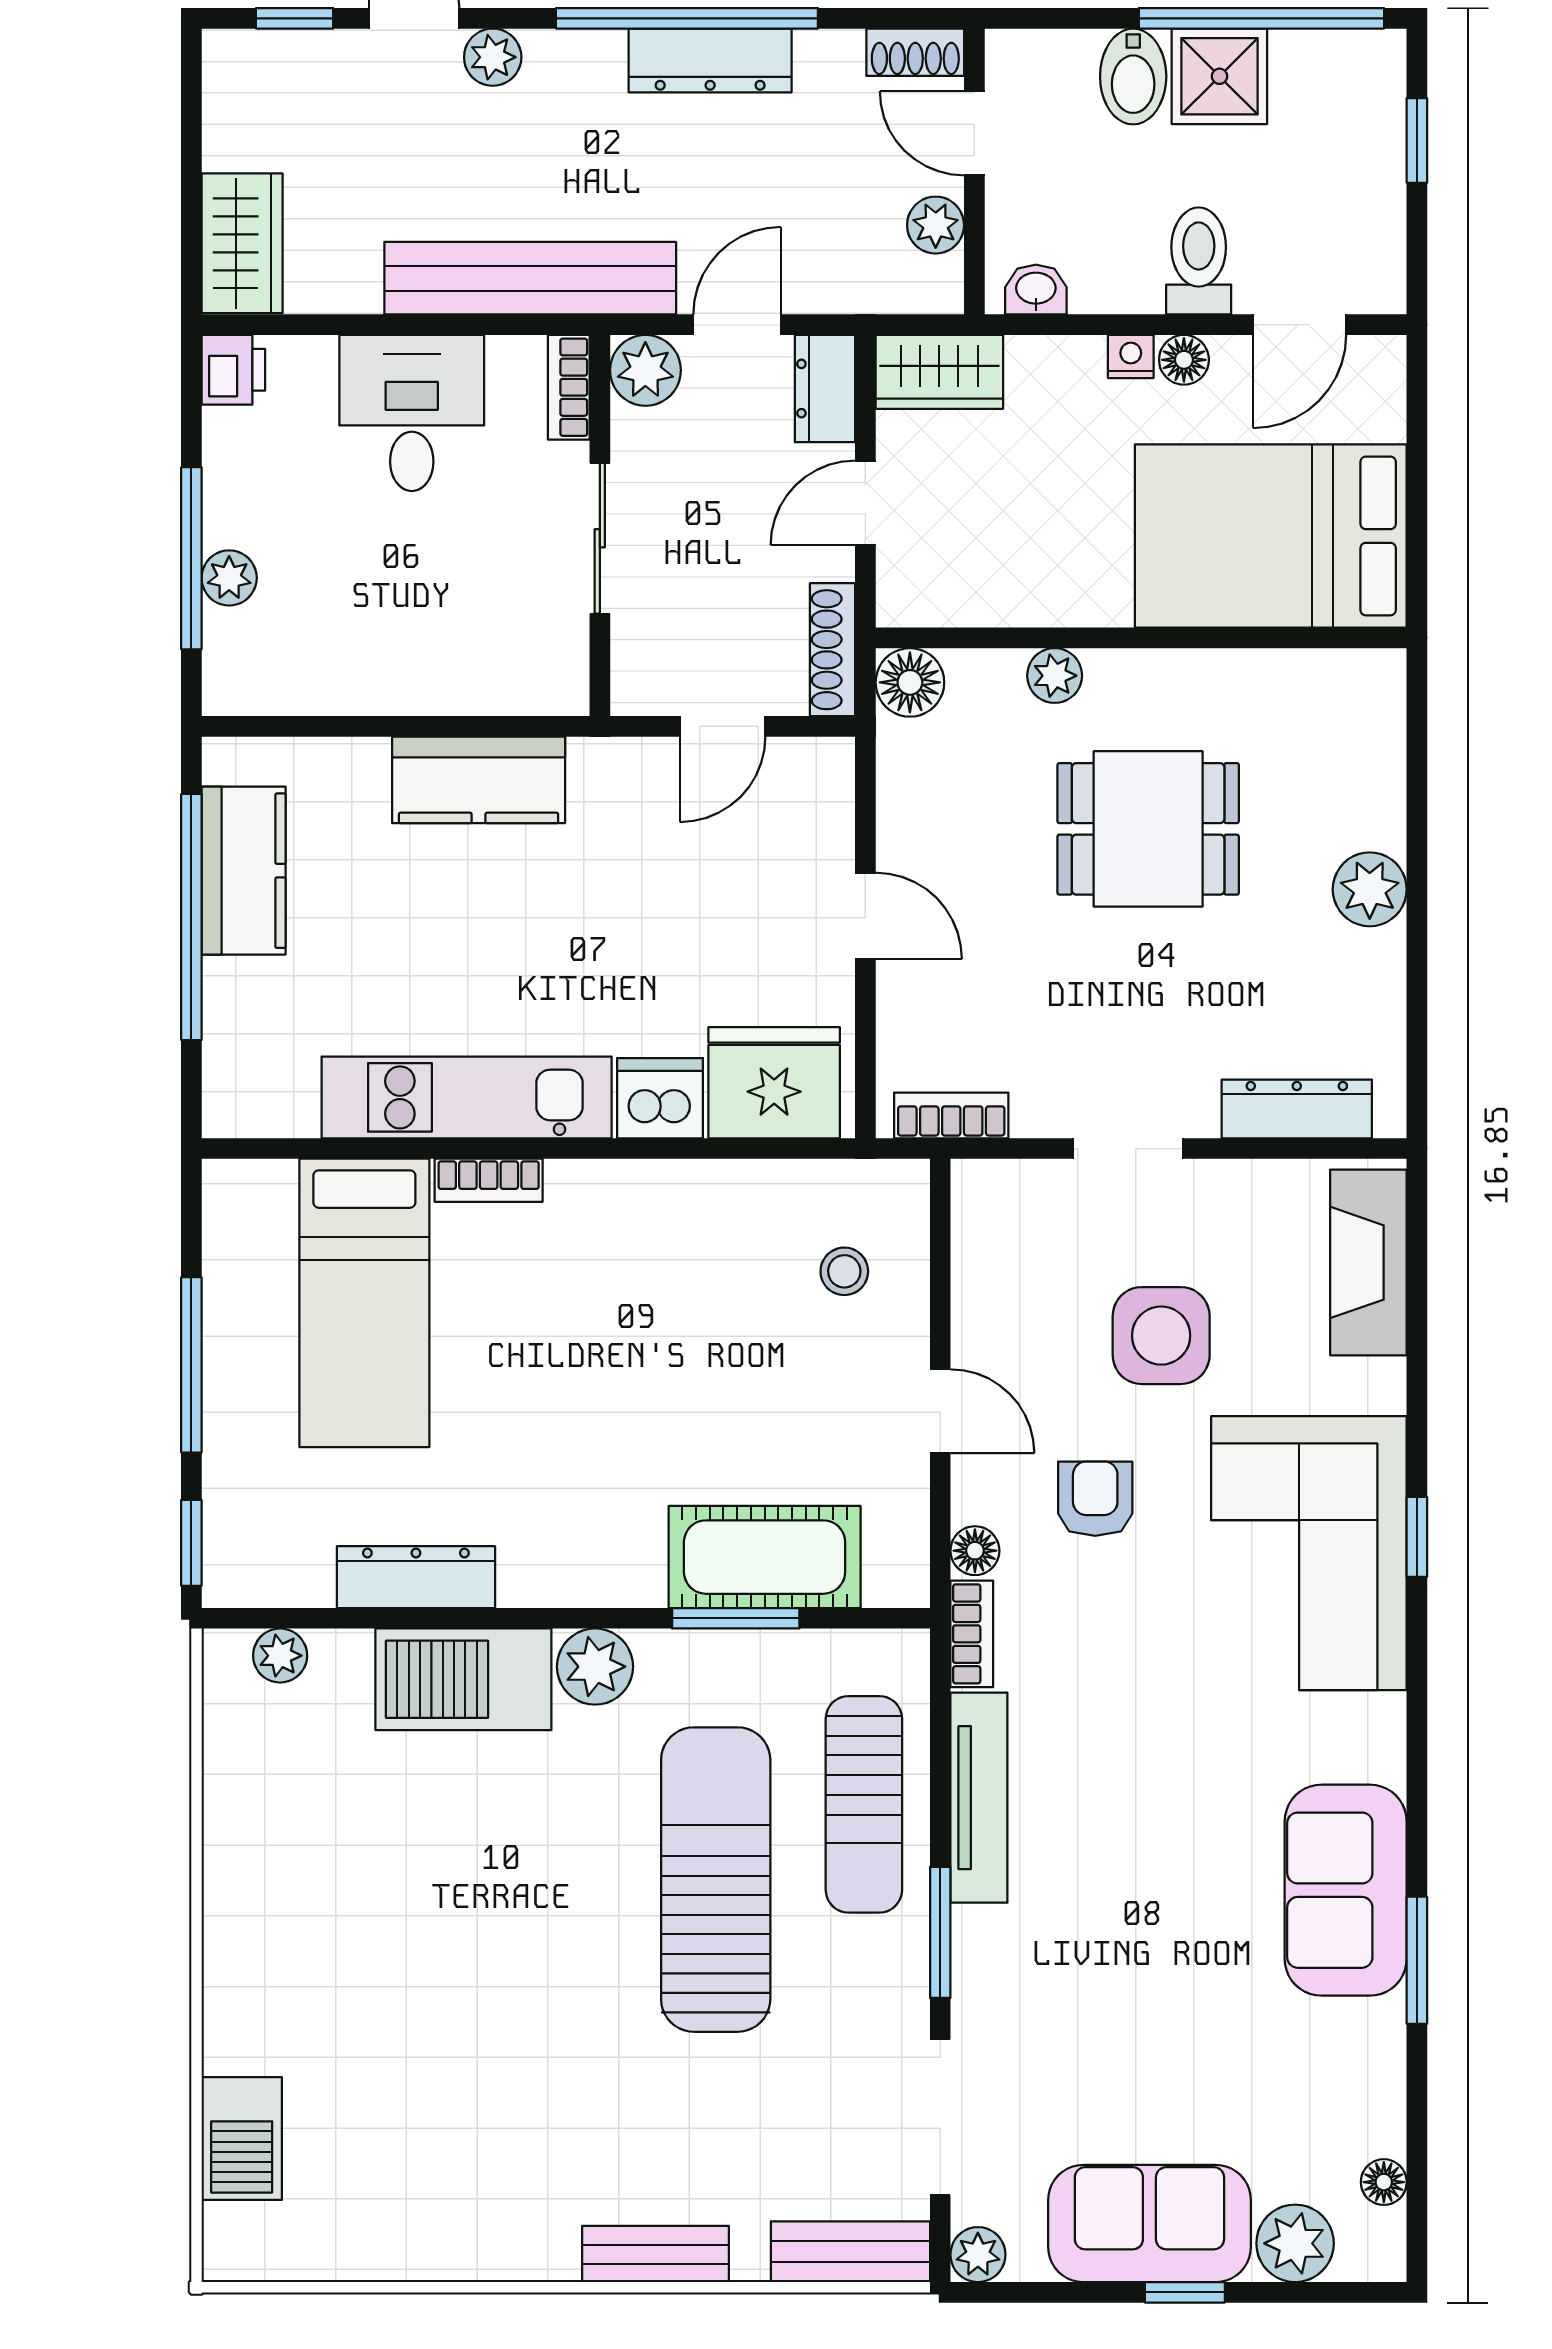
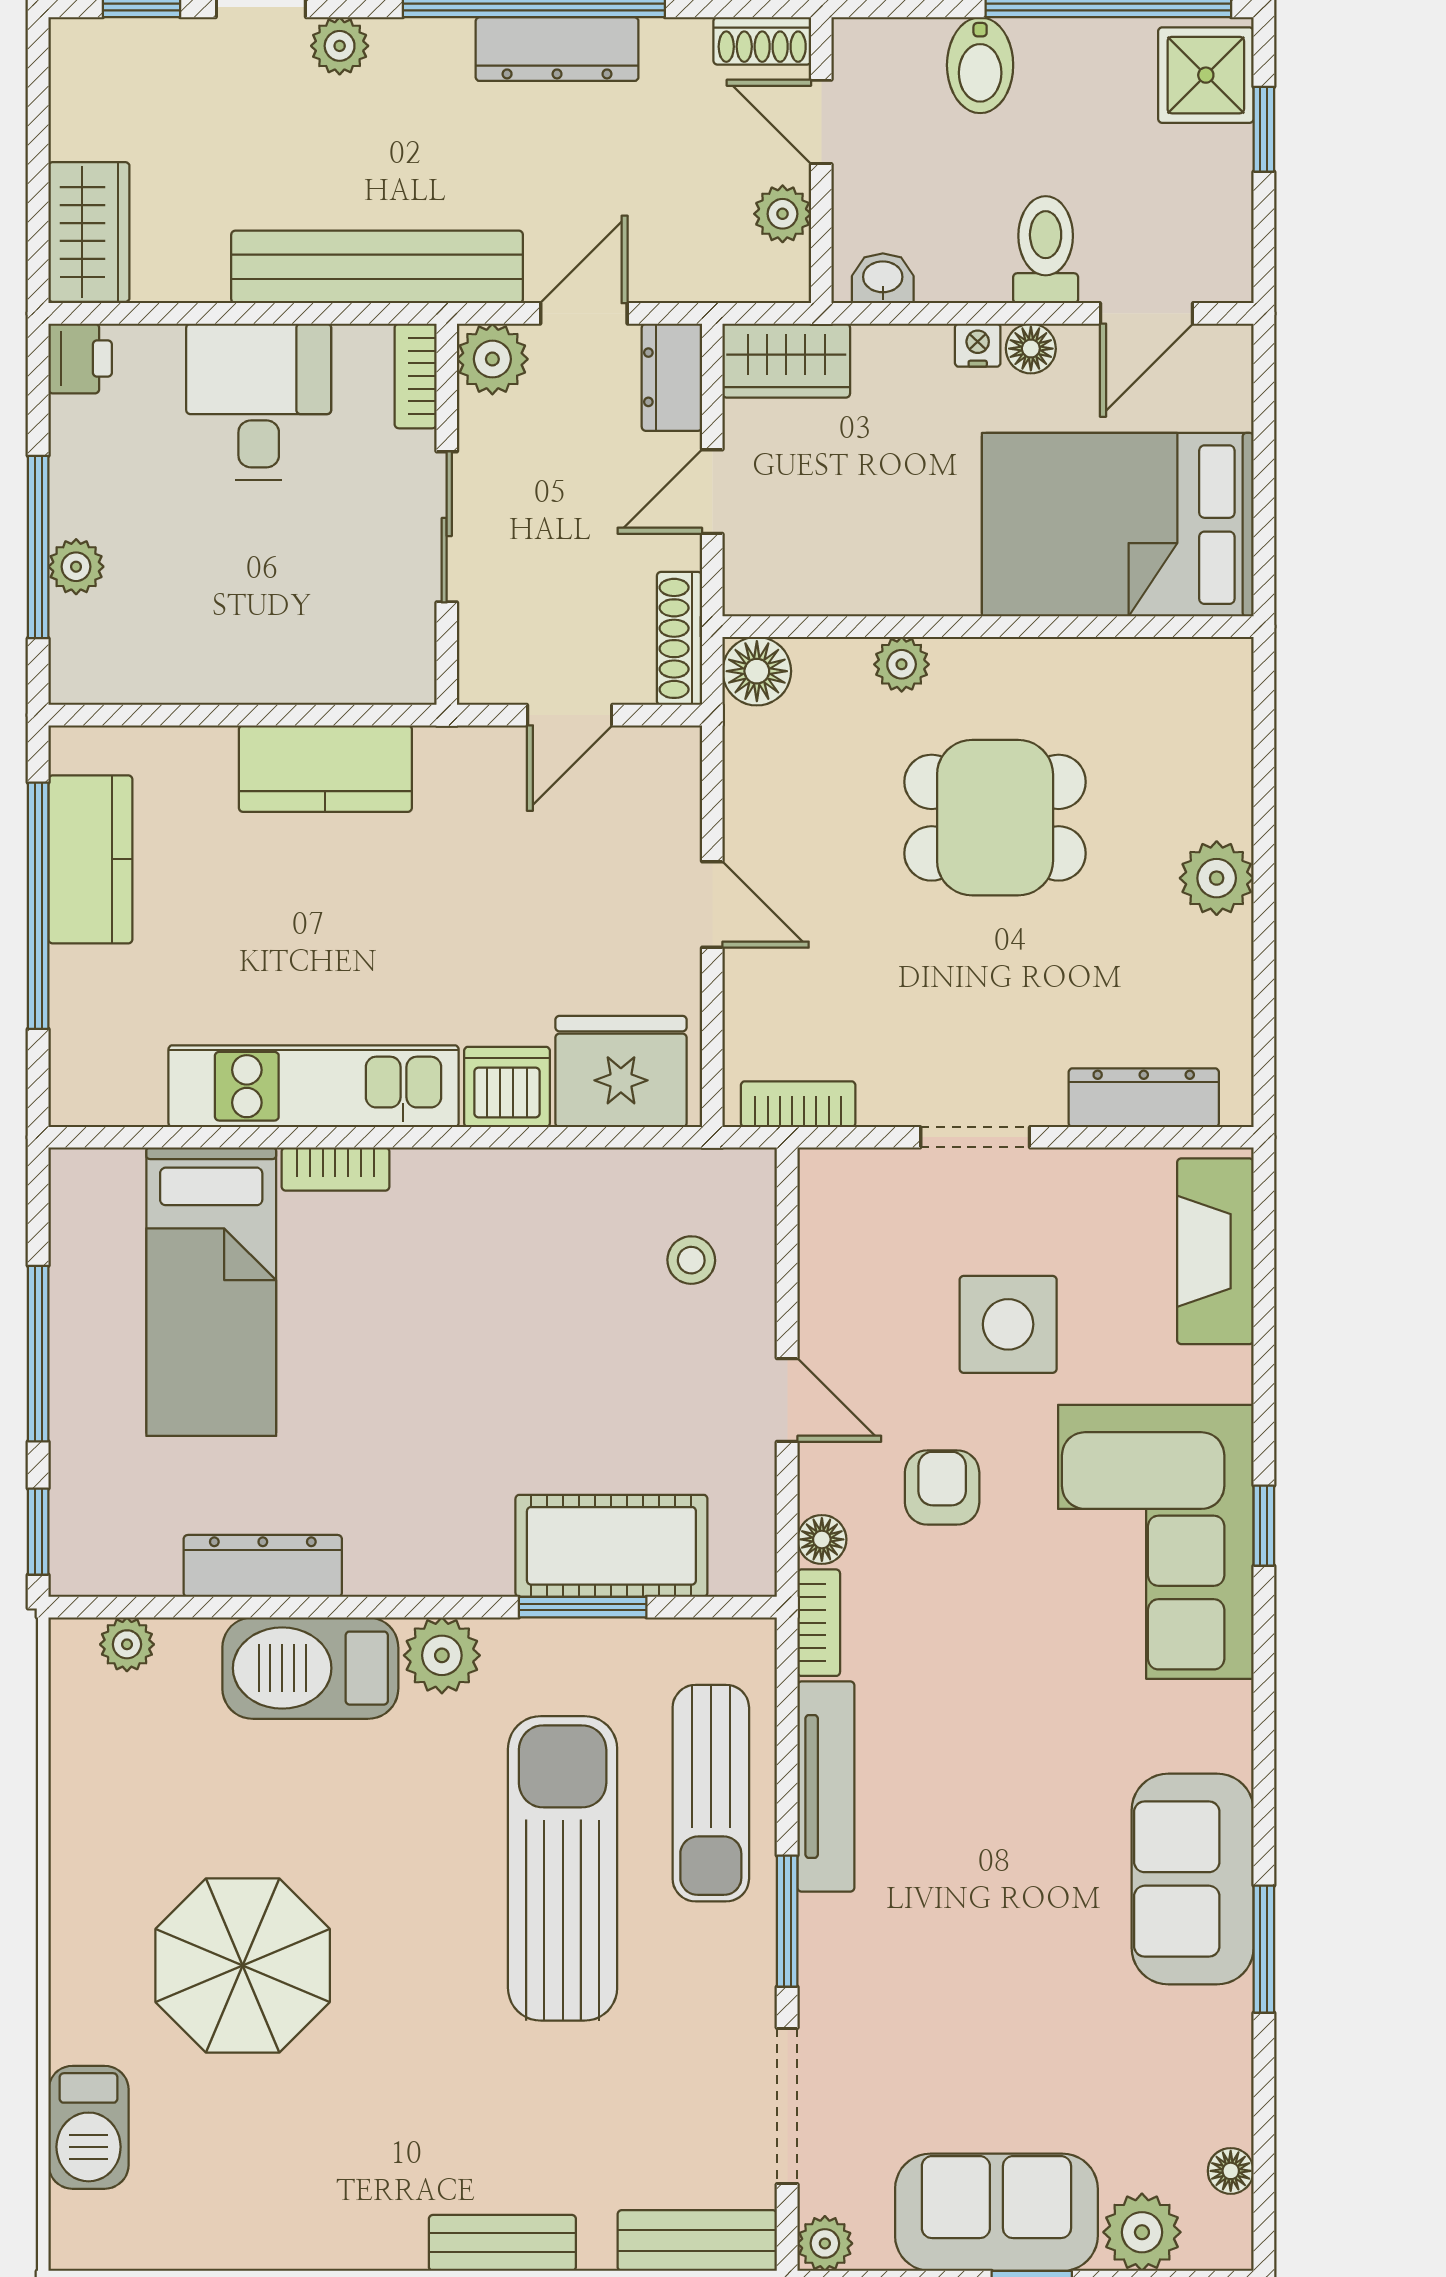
shower: (1219, 76) -> (1206, 75), moved
parasol: (396, 1977) -> (243, 1966), added

